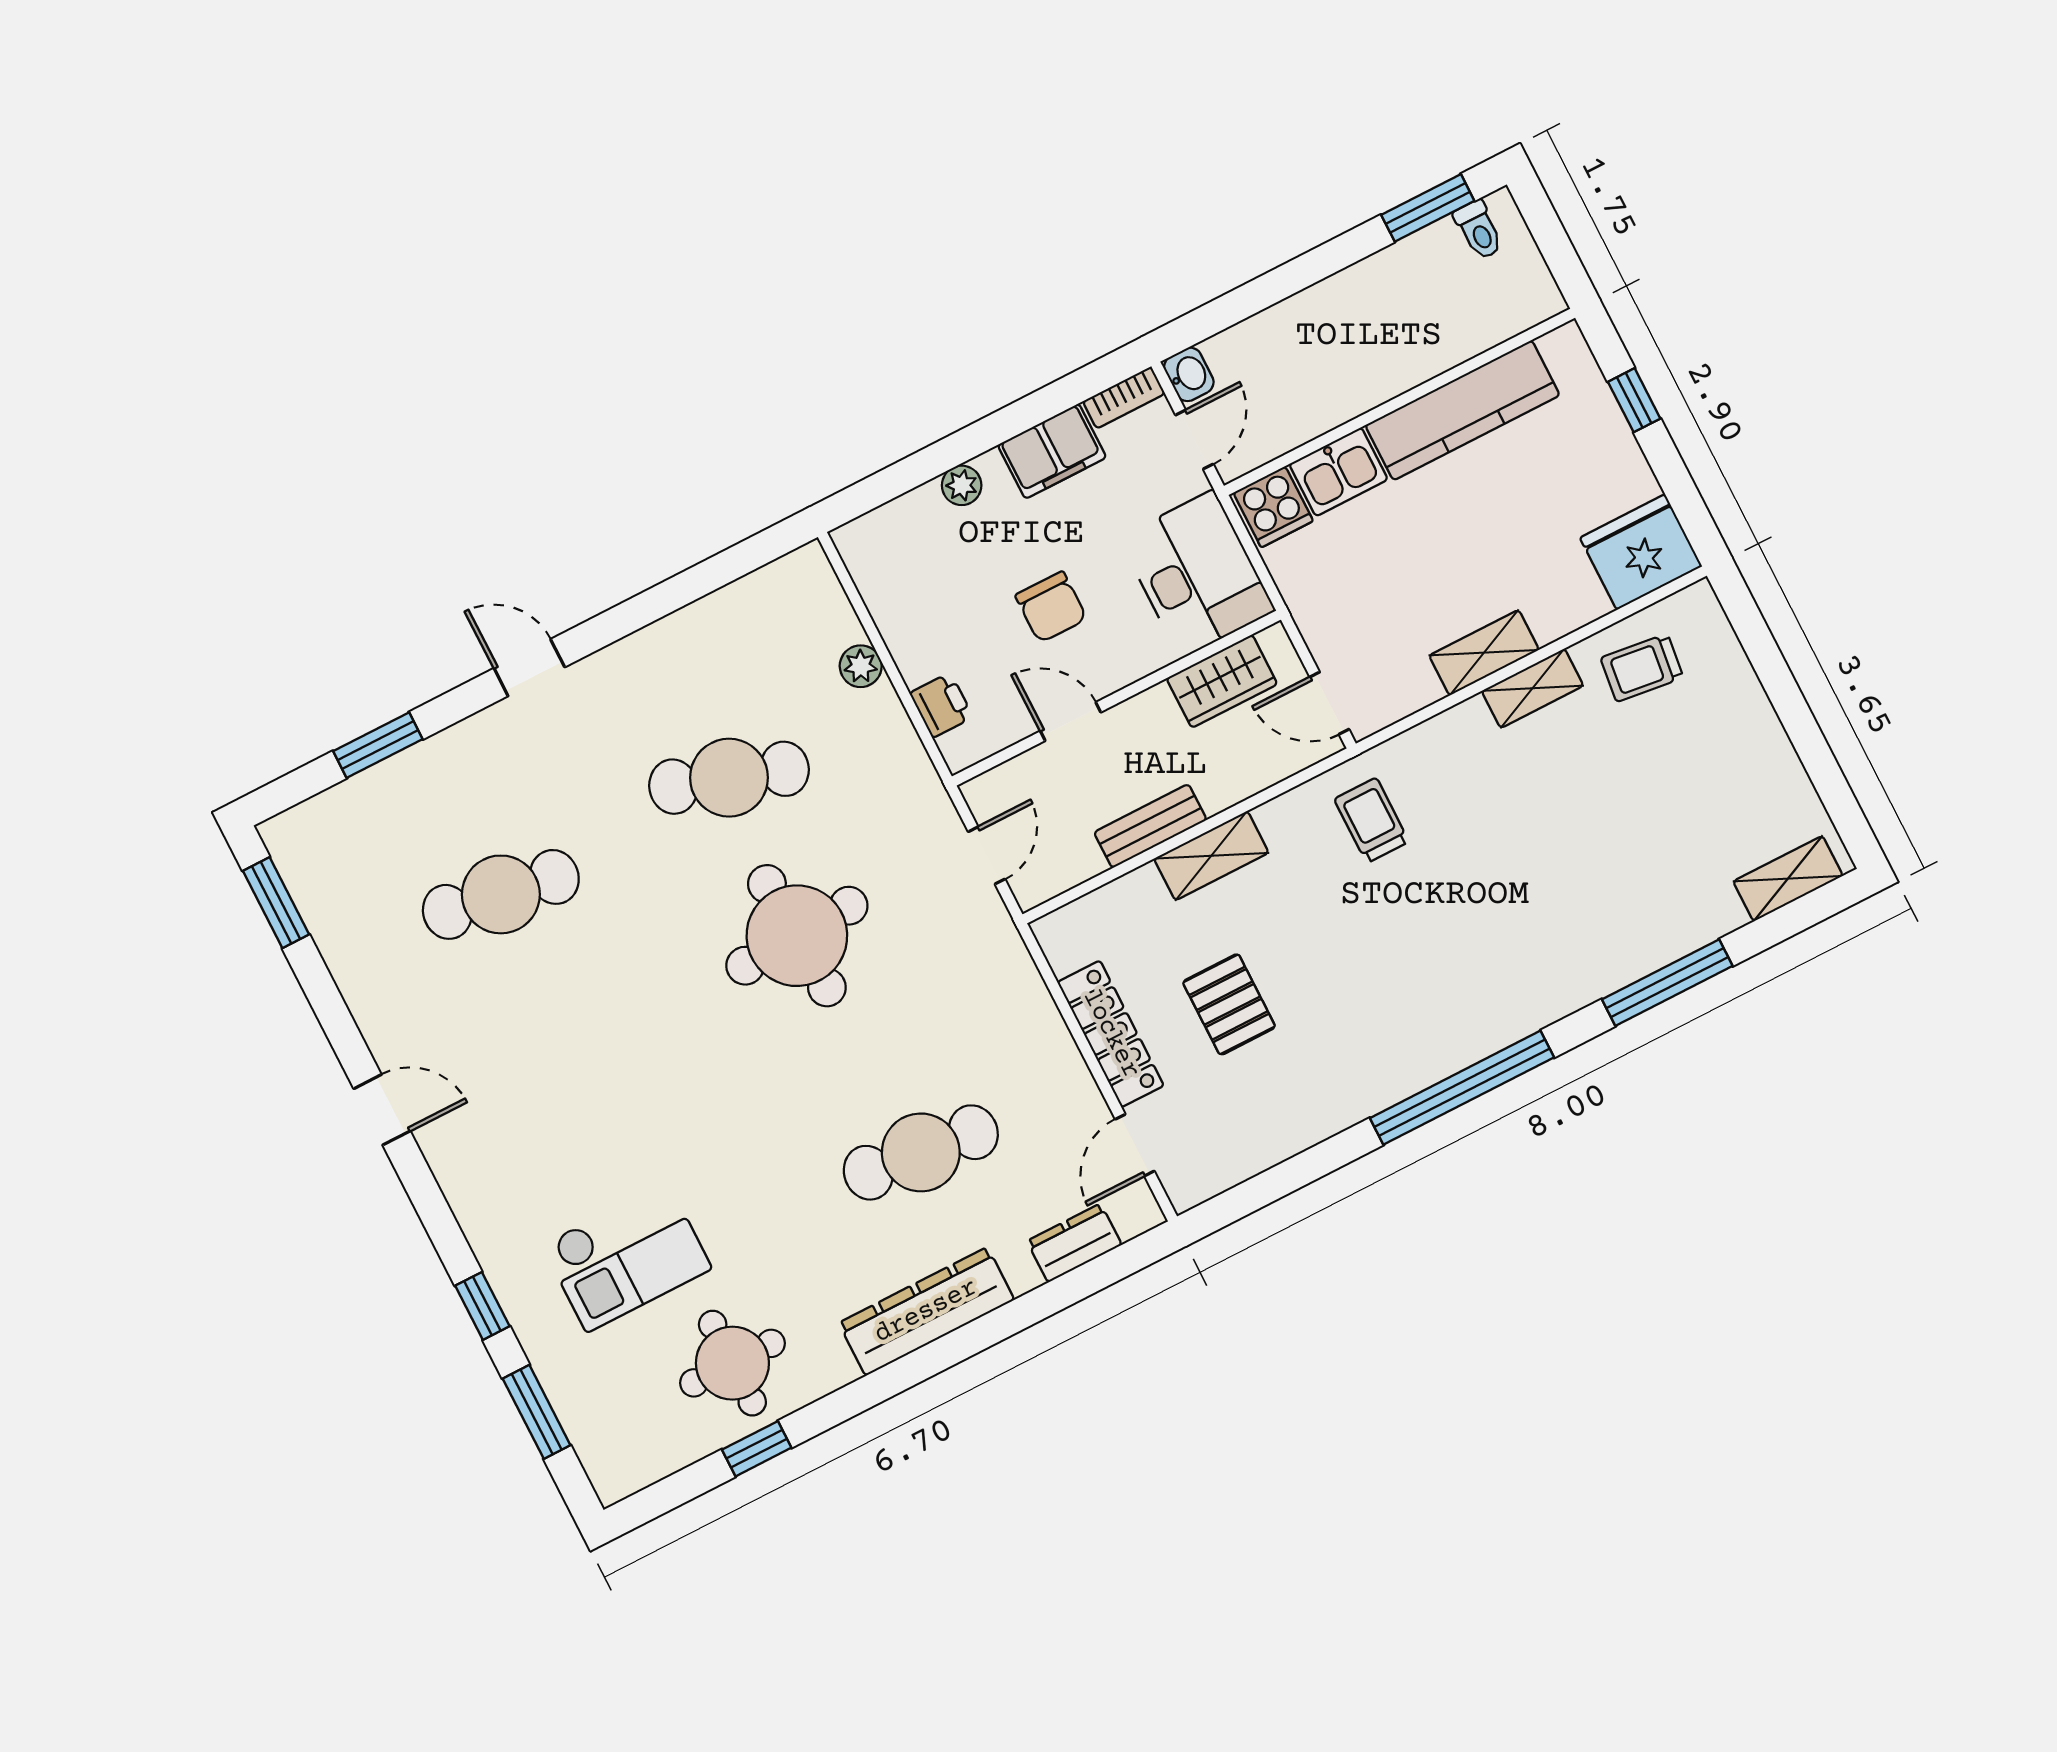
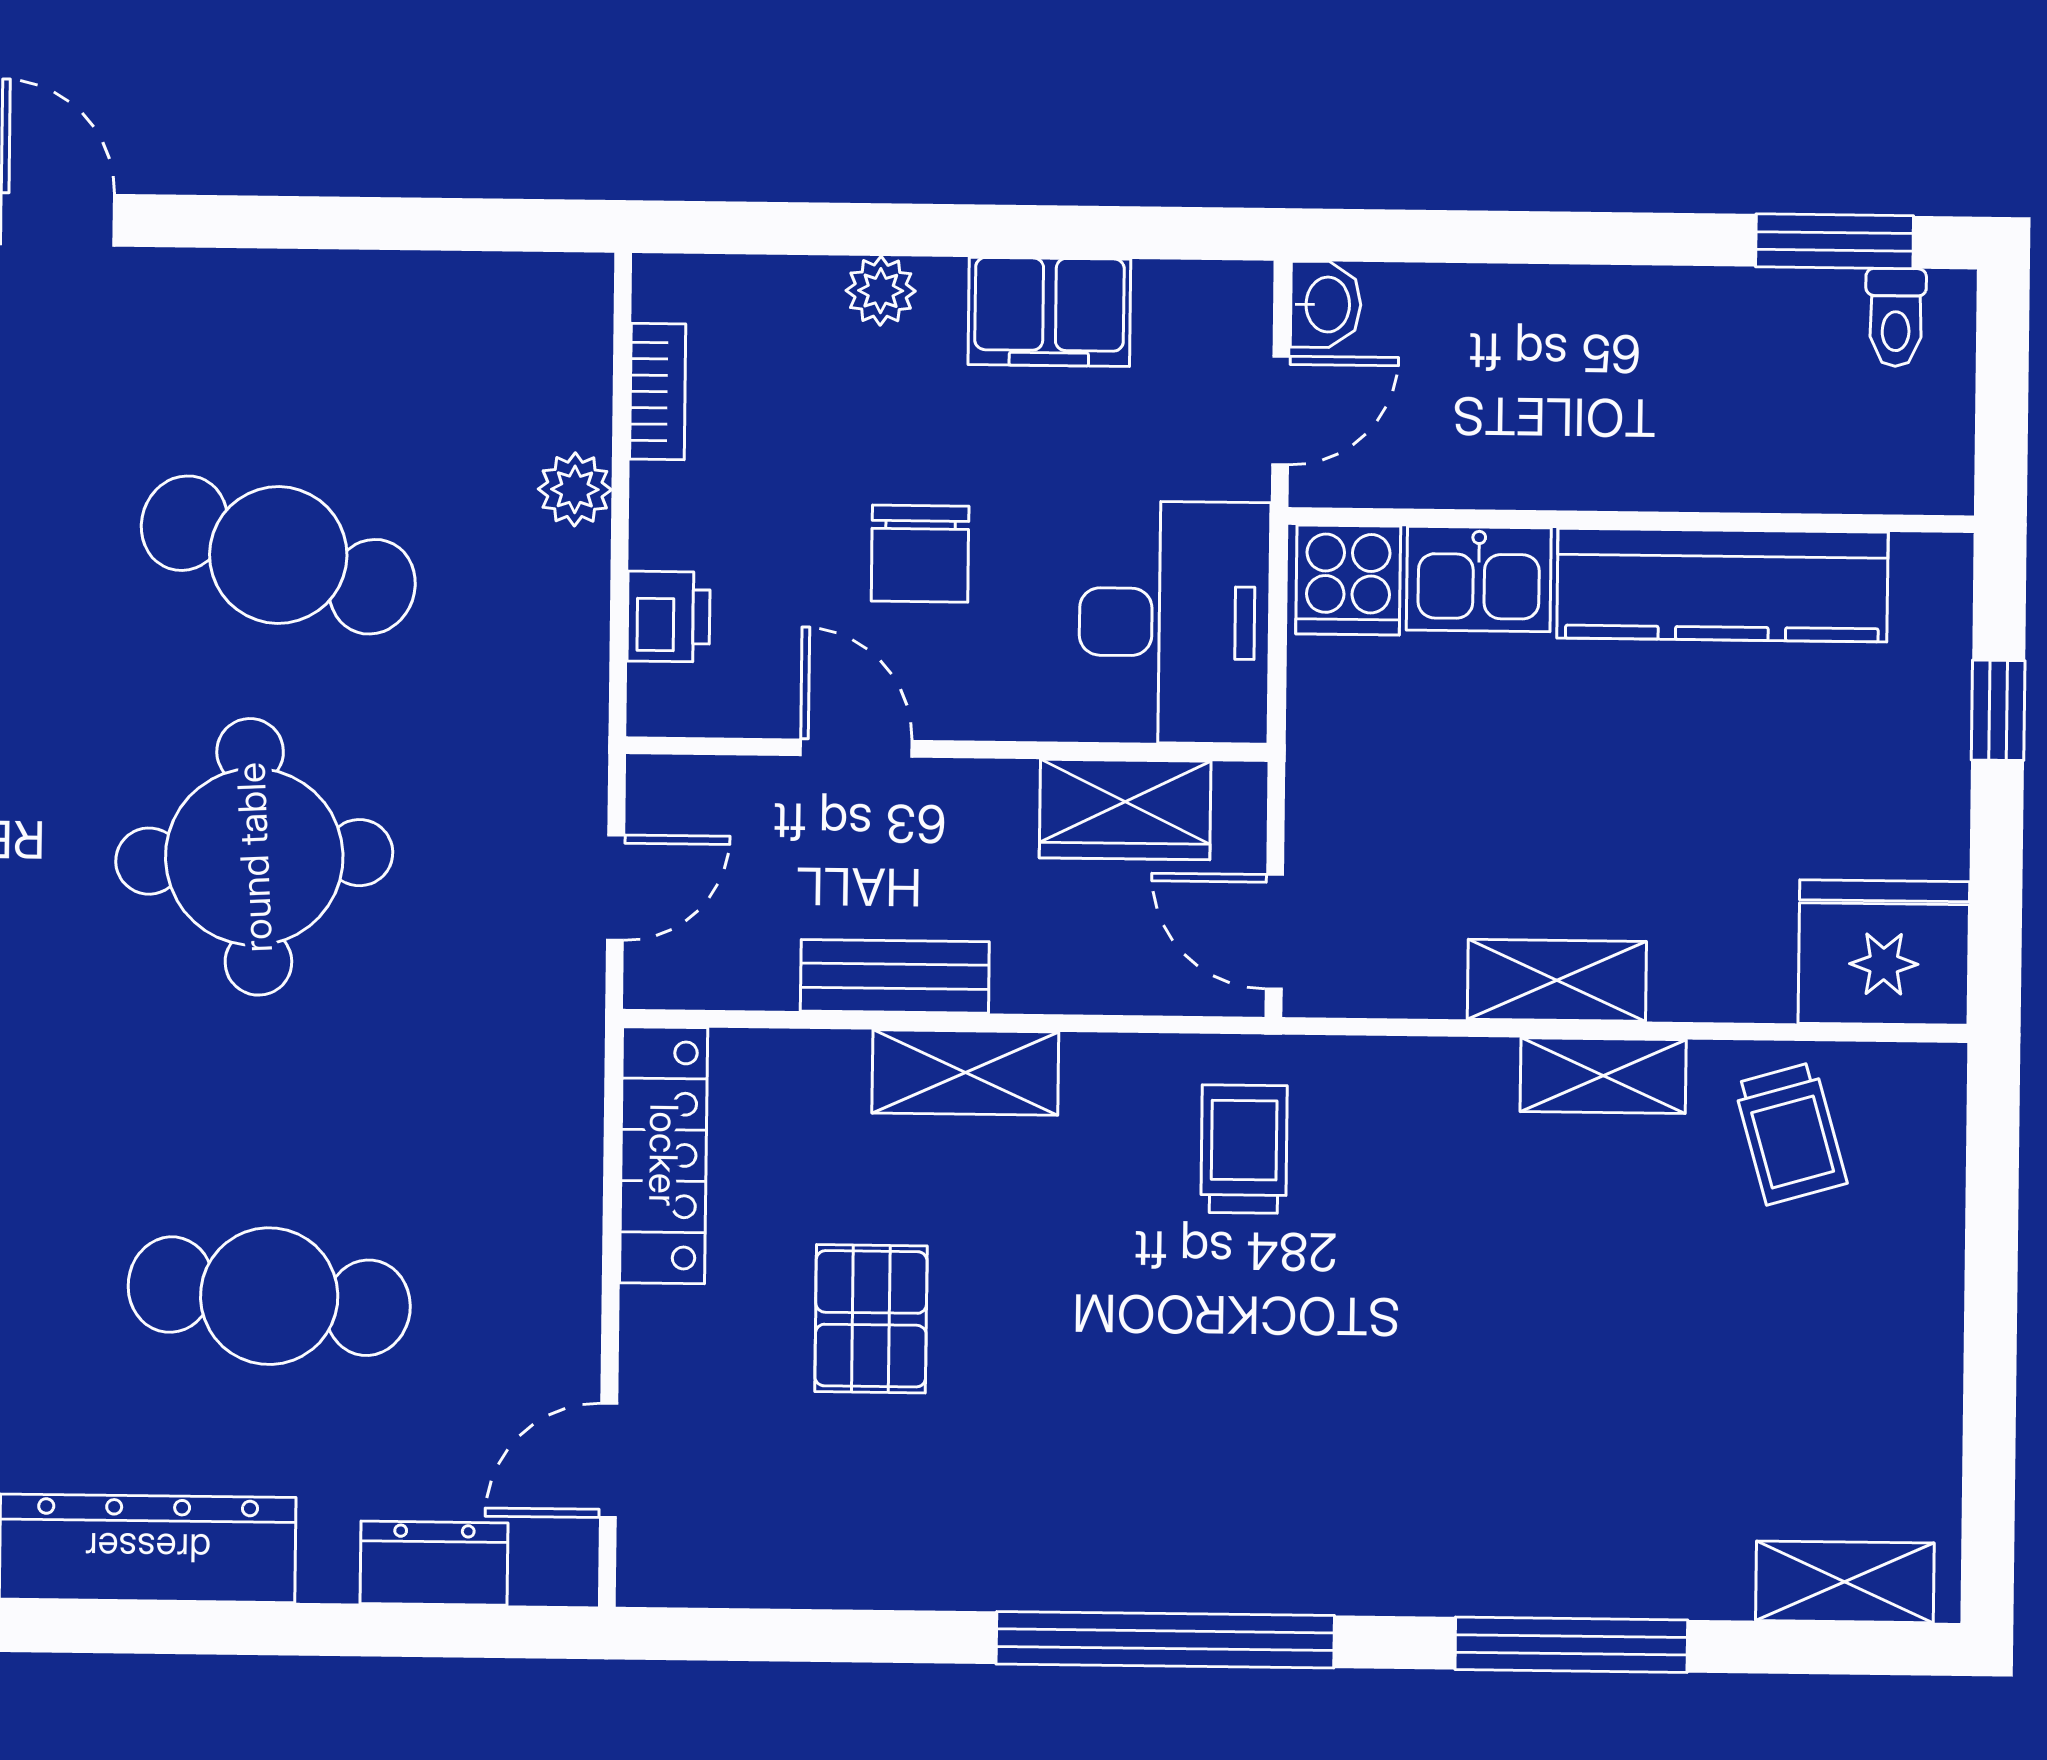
bookcase: (1124, 398) -> (658, 391), moved, turned -90
trolley: (1642, 668) -> (1790, 1133), turned -113
locker: (1111, 1034) -> (664, 1155), moved

